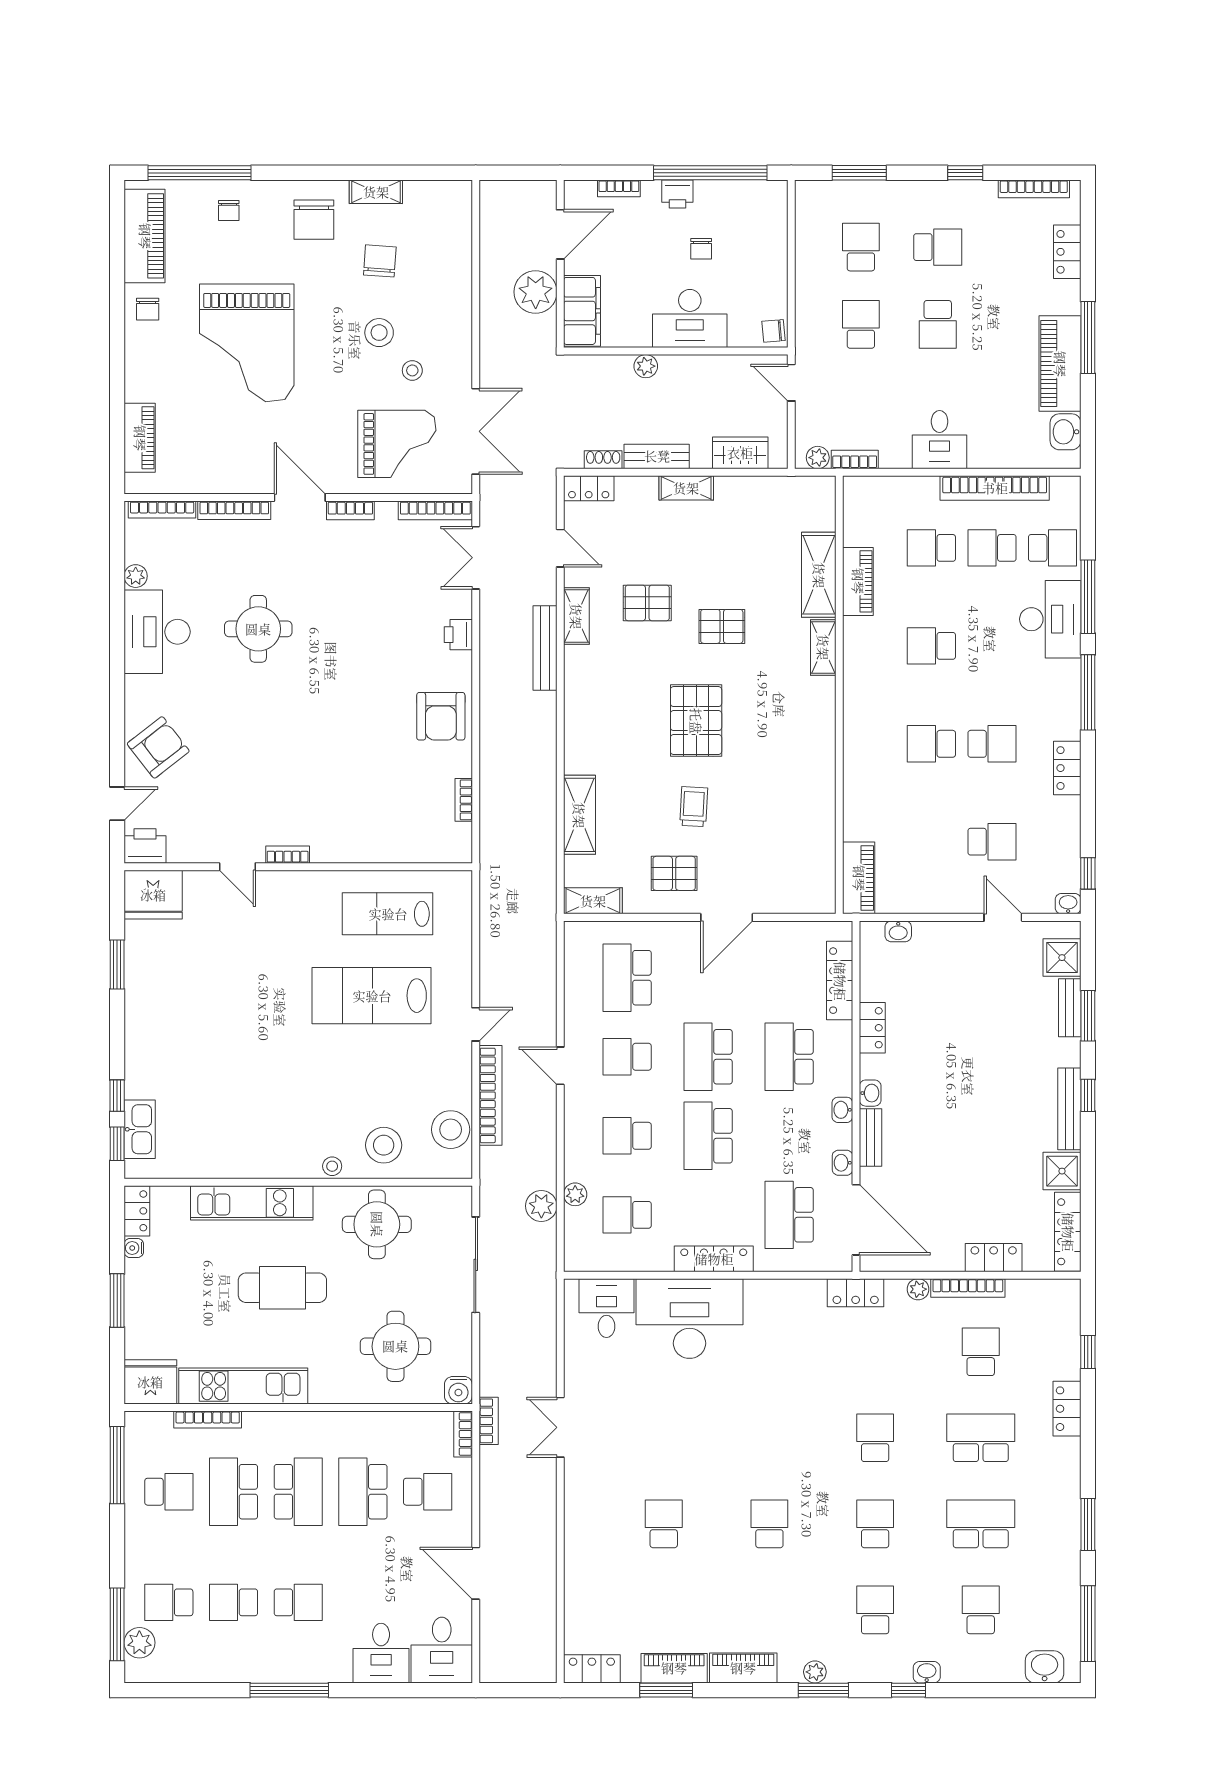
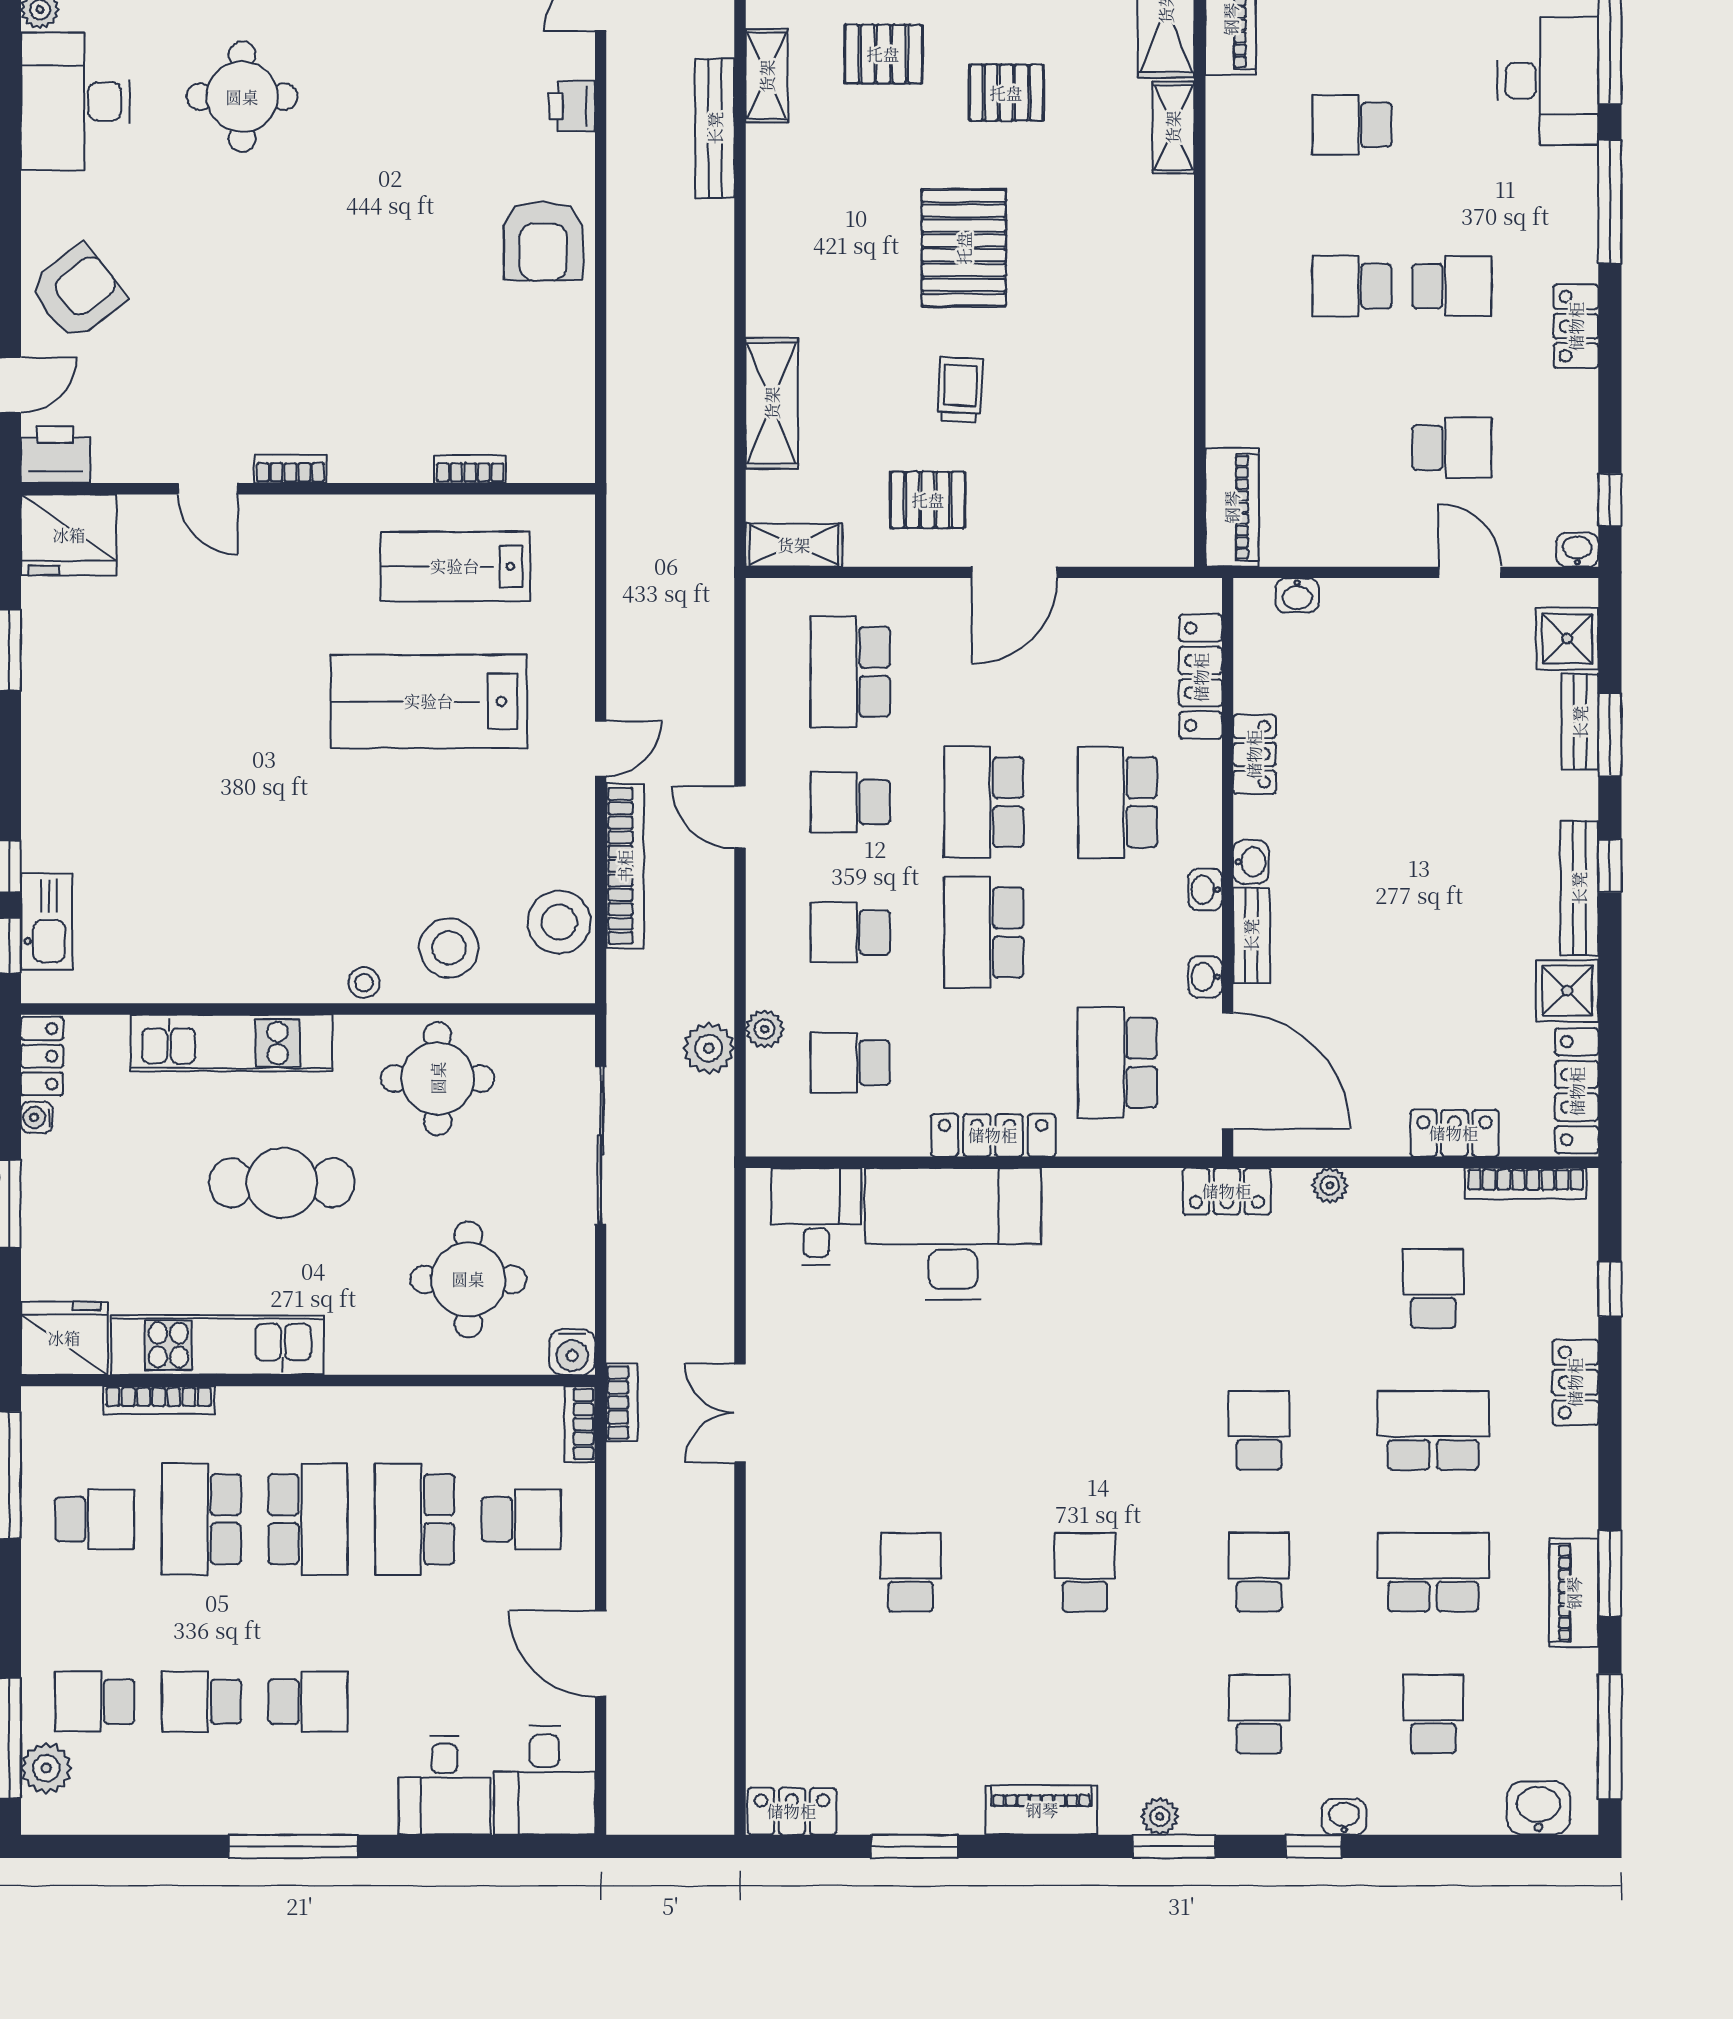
bookcase: (464, 800) -> (470, 469), moved, turned 90
bookcase: (968, 1288) -> (1526, 1183), moved
piano: (674, 1668) -> (1574, 1593), moved, turned -90

